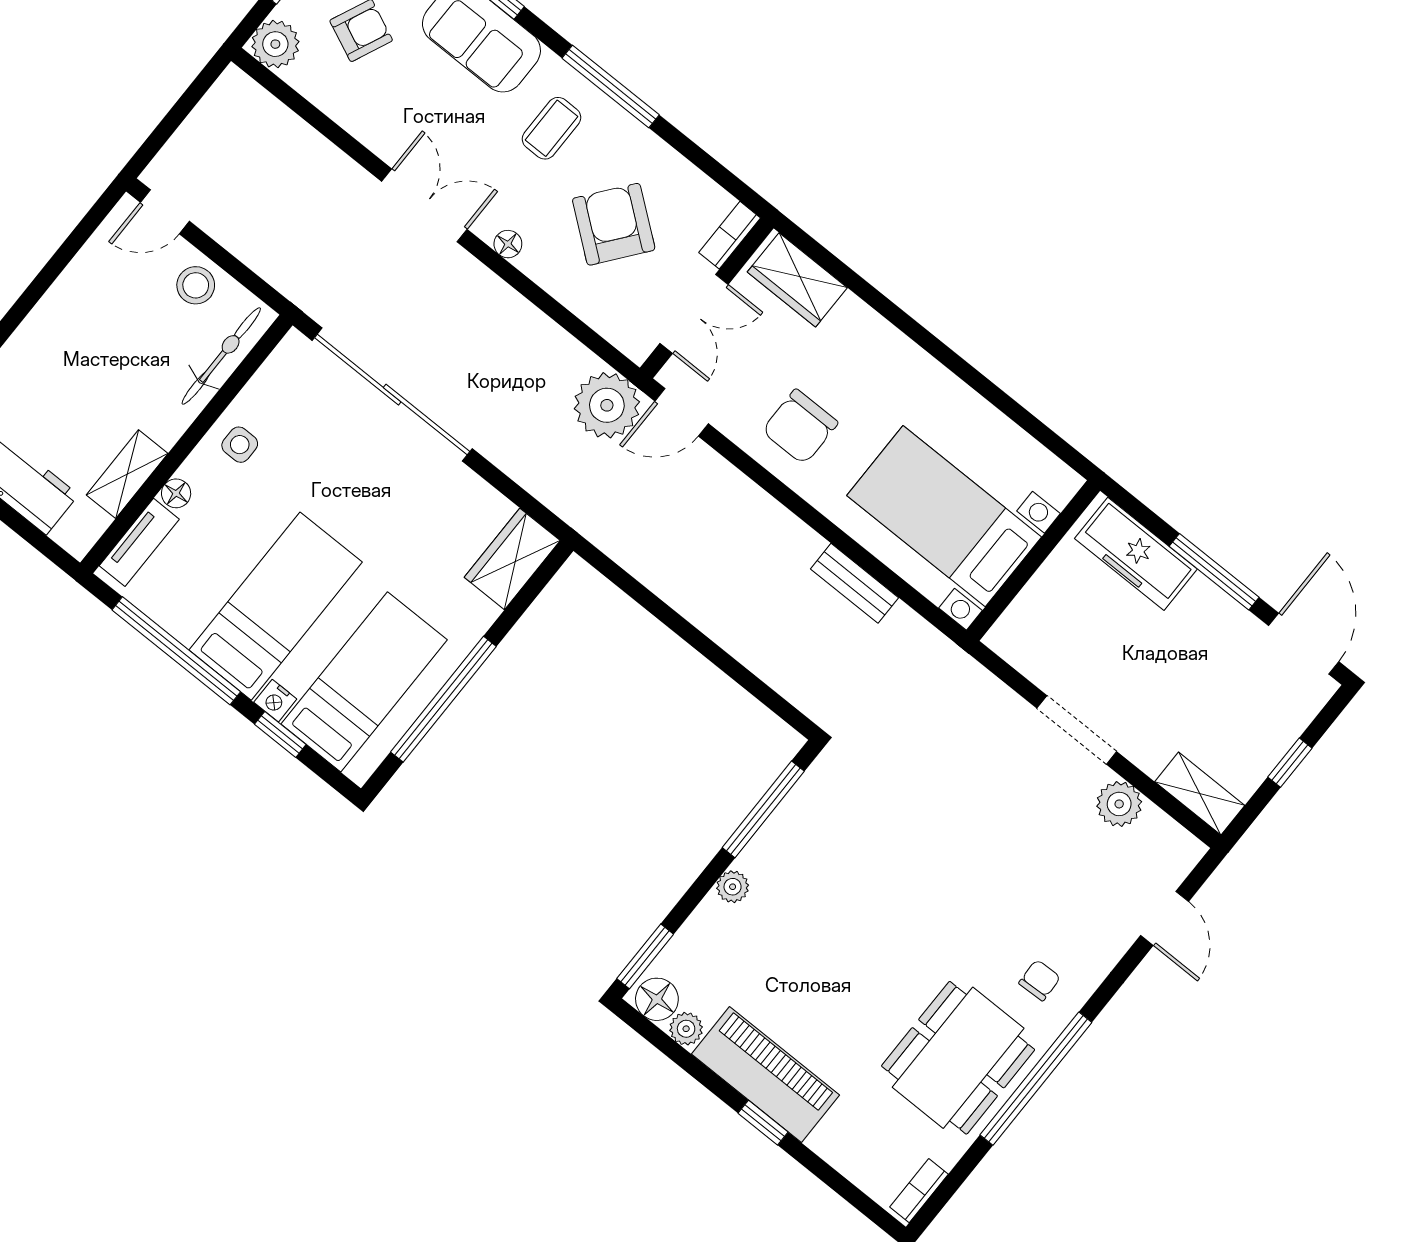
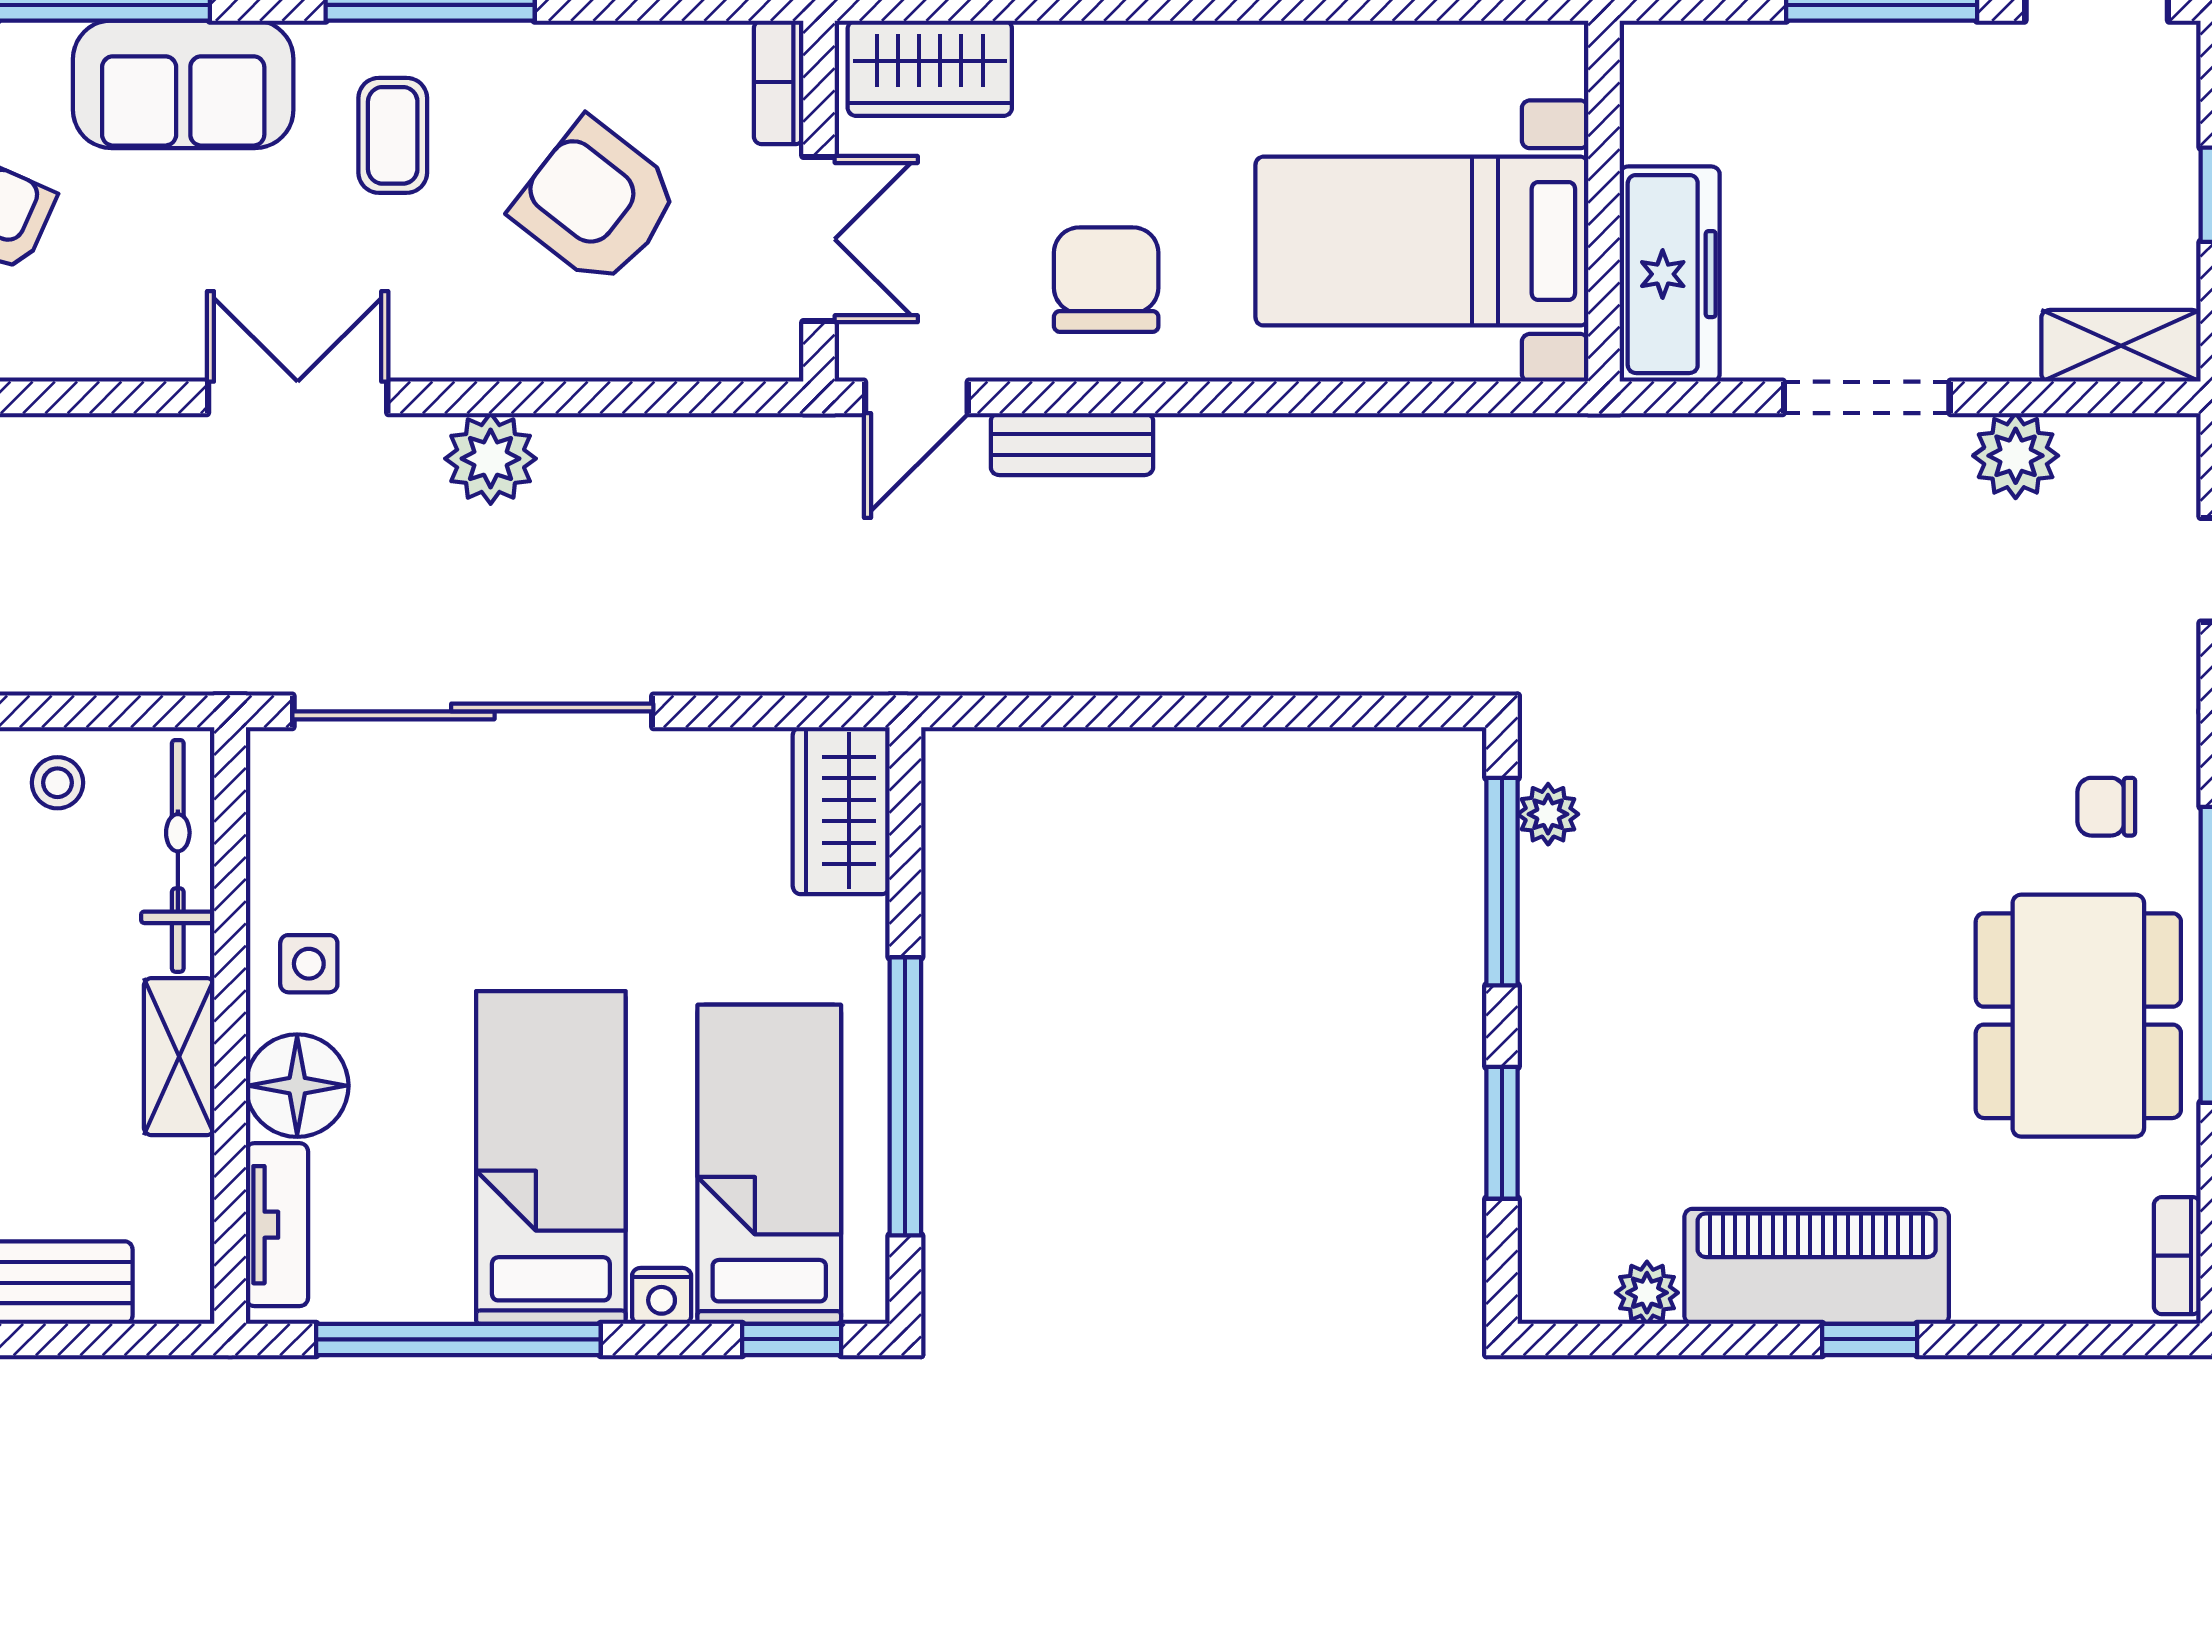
floor lamp: (508, 244) -> (465, 356), removed
stool: (196, 285) -> (57, 783), width x0.73, depth x0.73
plant: (607, 405) -> (491, 459), moved, width x0.73, depth x0.73
chair: (800, 427) -> (1106, 280), turned 180
shelving: (127, 474) -> (179, 1057), moved
floor lamp: (176, 493) -> (297, 1086), width x1.89, depth x1.89
freezer: (1136, 554) -> (1670, 274), moved, turned -90
bench: (855, 583) -> (1072, 444), moved
window: (280, 734) -> (792, 1339), moved
plant: (733, 887) -> (1548, 814), moved
window: (645, 956) -> (1502, 1133), moved
chair: (1040, 980) -> (2106, 807), turned -88
floor lamp: (657, 999) -> (1570, 1284), removed

